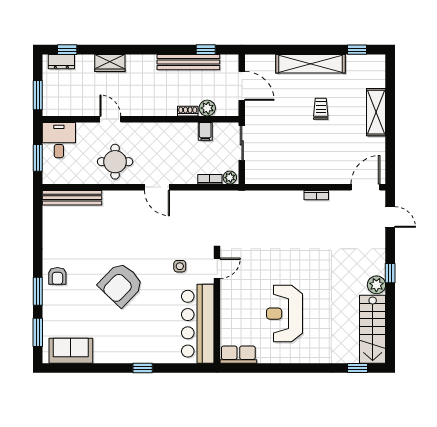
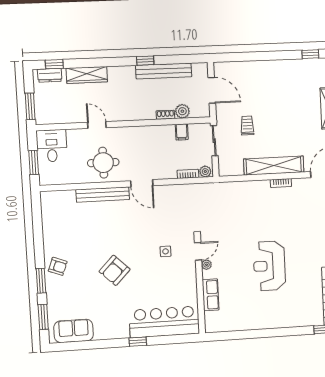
window: (206, 50) -> (145, 61), moved
wardrobe: (110, 63) -> (87, 75), width x1.50
shelving: (311, 64) -> (274, 166), moved
trolley: (321, 109) -> (247, 126), moved
bench: (72, 198) -> (103, 195), moved
armchair: (57, 276) -> (58, 266), turned -69
armchair: (121, 284) -> (115, 270), width x0.73, depth x0.73
plant: (226, 284) -> (206, 265), added
reception desk: (284, 314) -> (269, 266), moved
bar counter: (198, 324) -> (164, 322), moved, turned 90
row of seats: (238, 355) -> (211, 295), moved, turned 90

